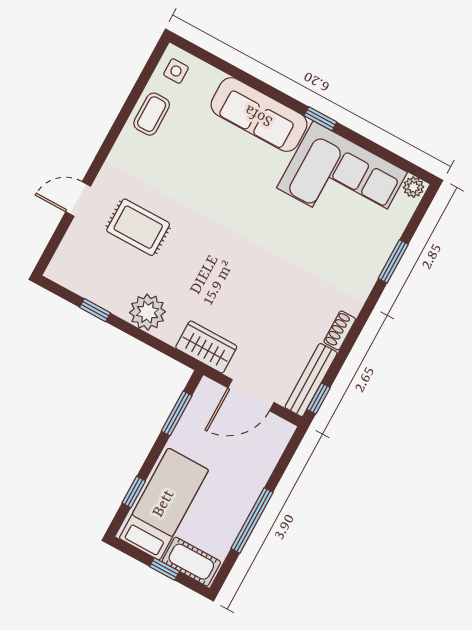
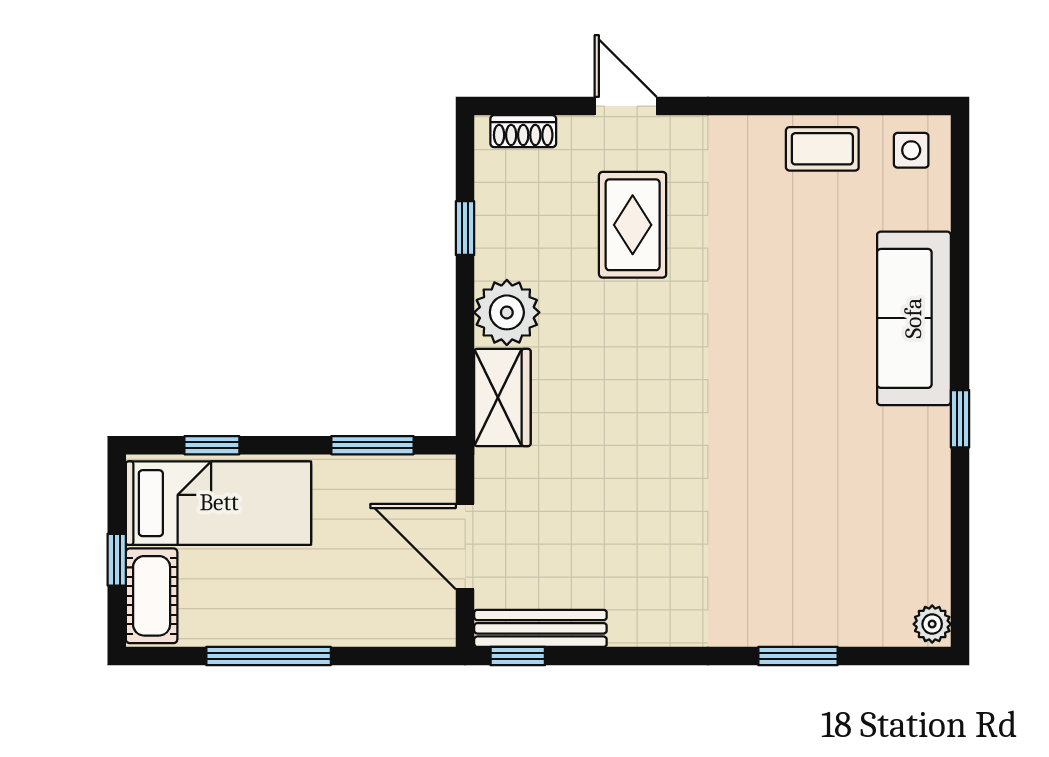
corner sofa: (342, 180) -> (882, 505), removed
shoe rack: (340, 330) -> (523, 131), moved, turned 180
wardrobe: (206, 347) -> (502, 397), moved

